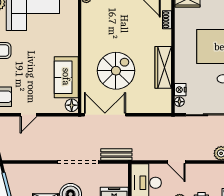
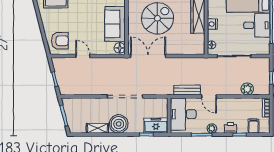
nightstand: (180, 90) -> (212, 24), moved
door: (29, 115) -> (83, 56), swing flipped
bench: (116, 155) -> (187, 90), moved

